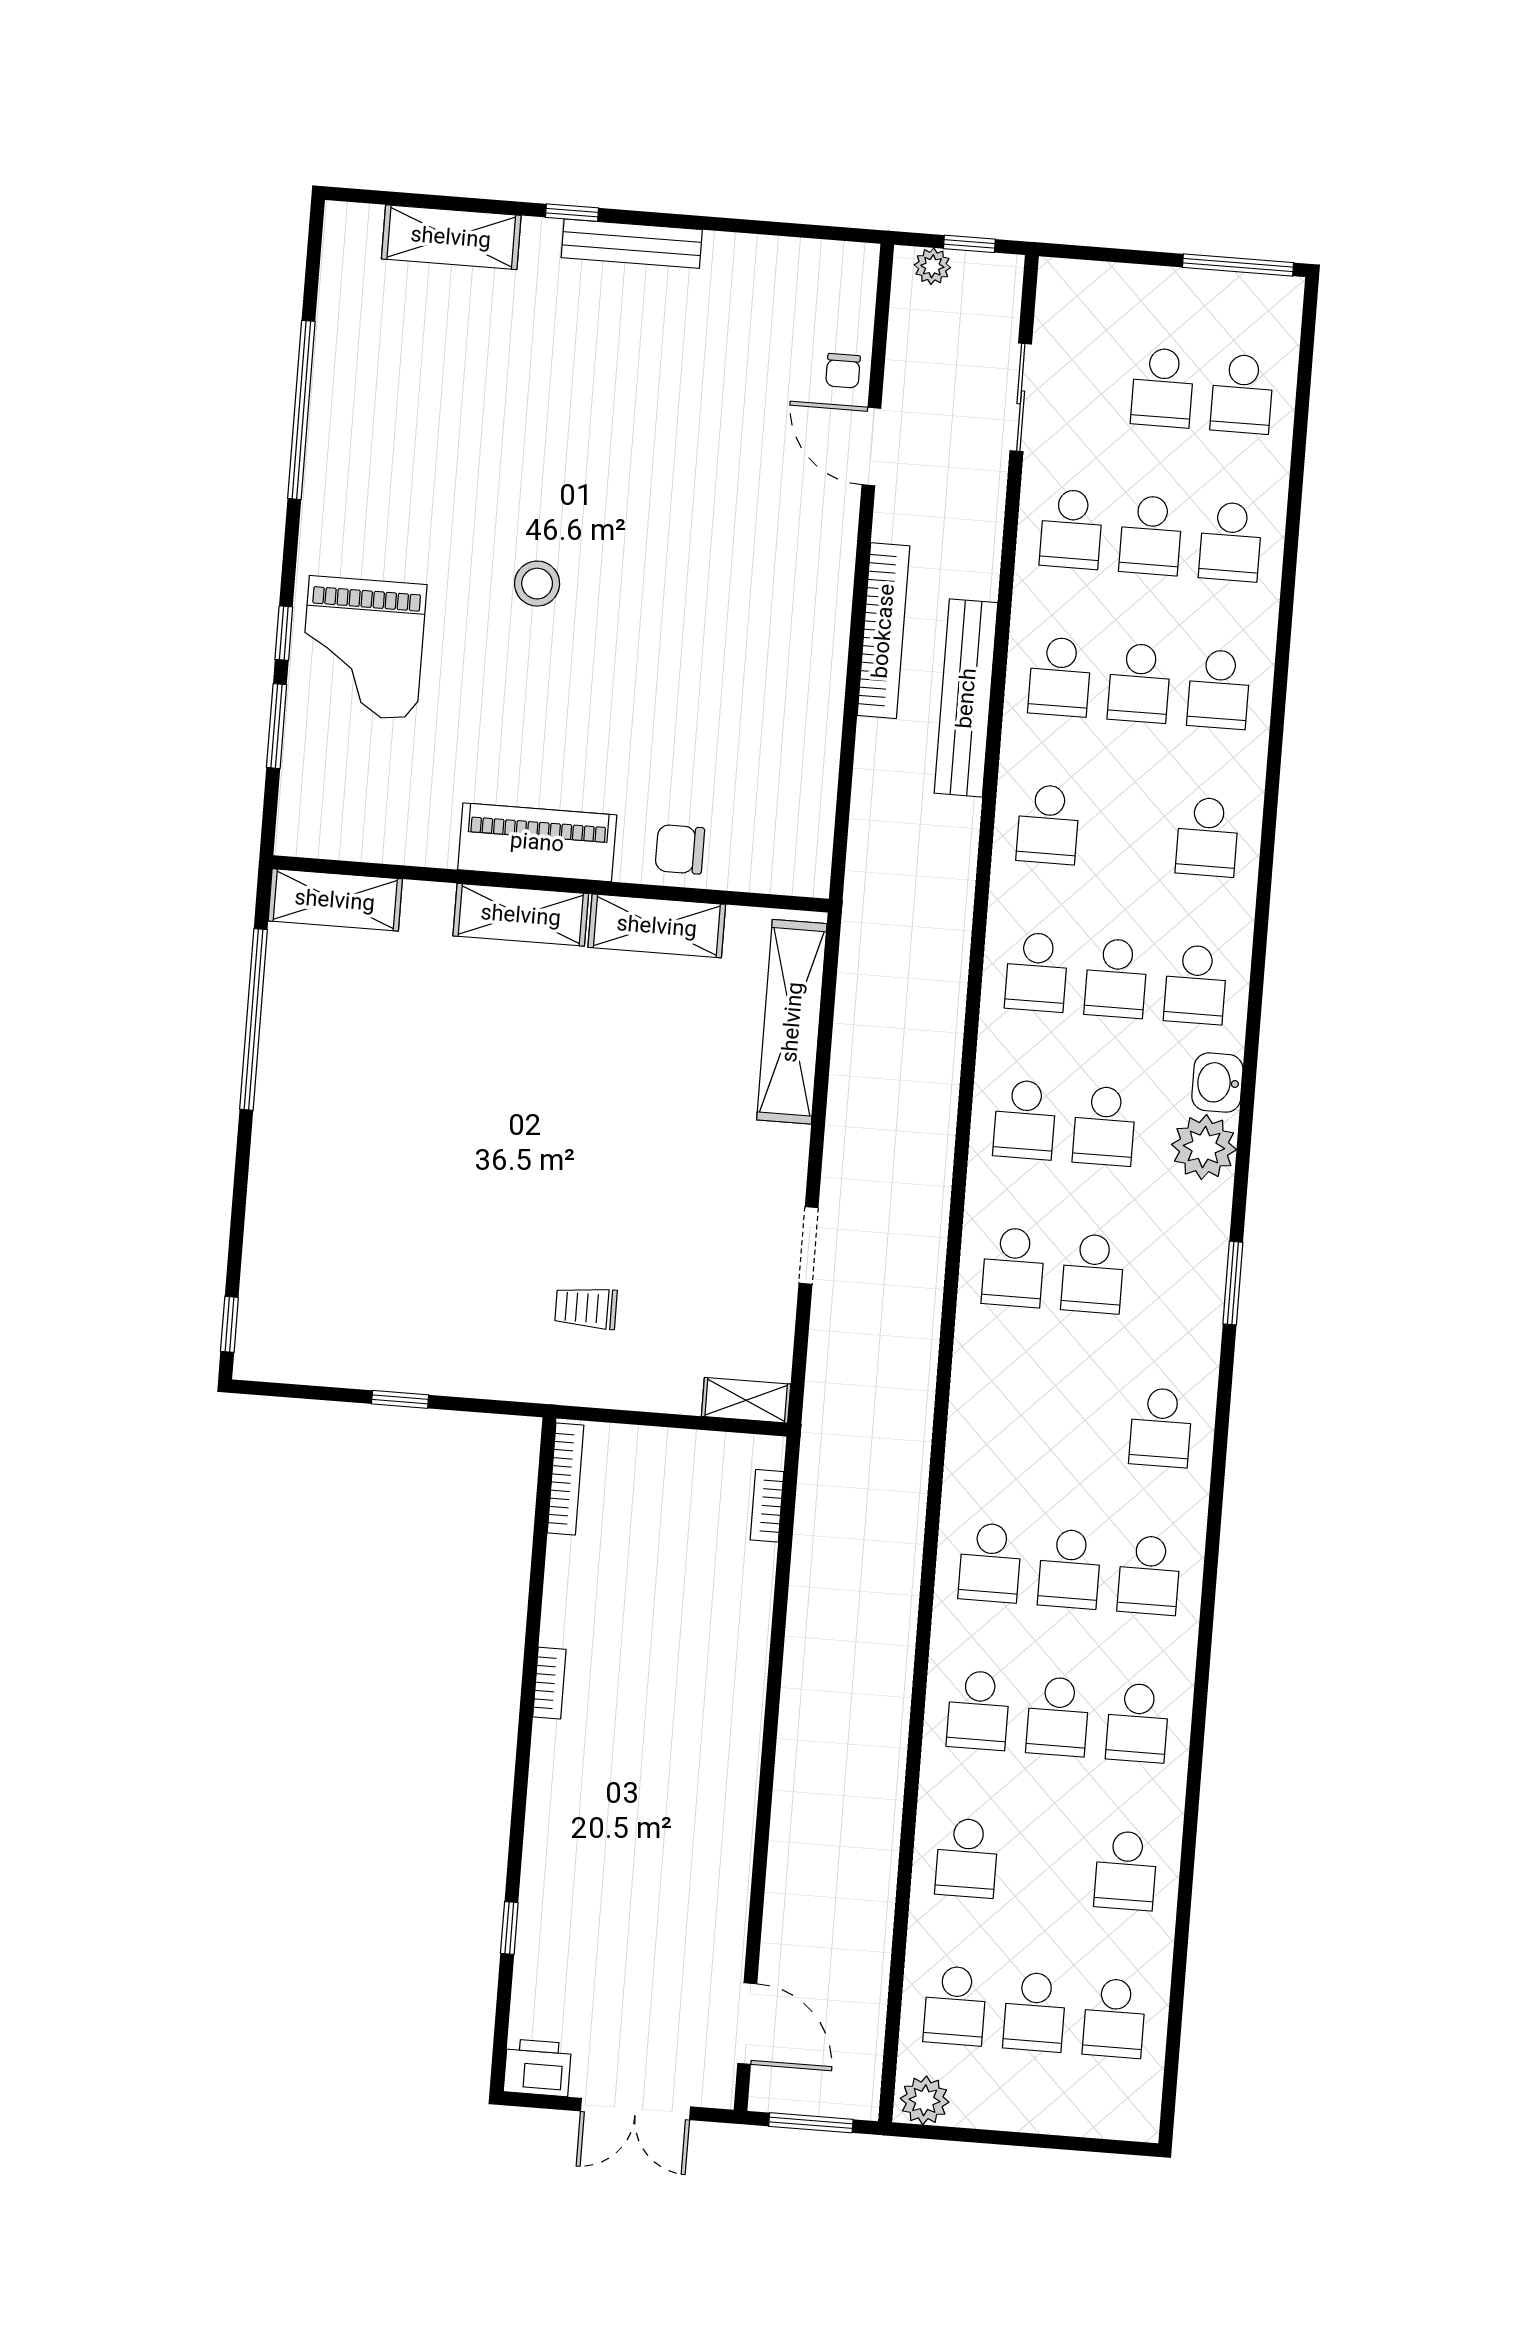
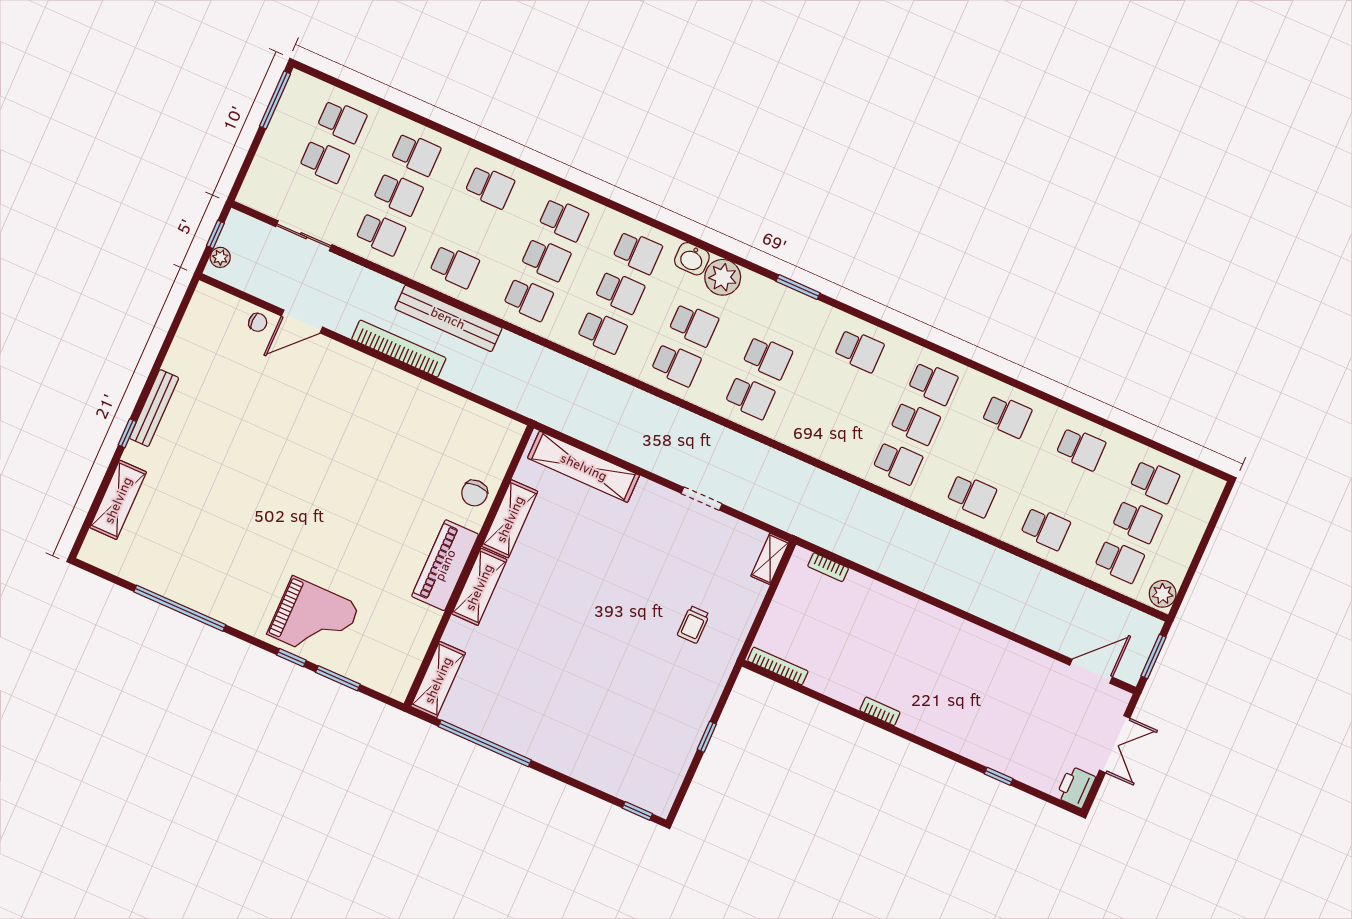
stool: (537, 584) -> (312, 518), removed
school desk: (1139, 683) -> (546, 259), moved
school desk: (1058, 1717) -> (989, 456), removed

